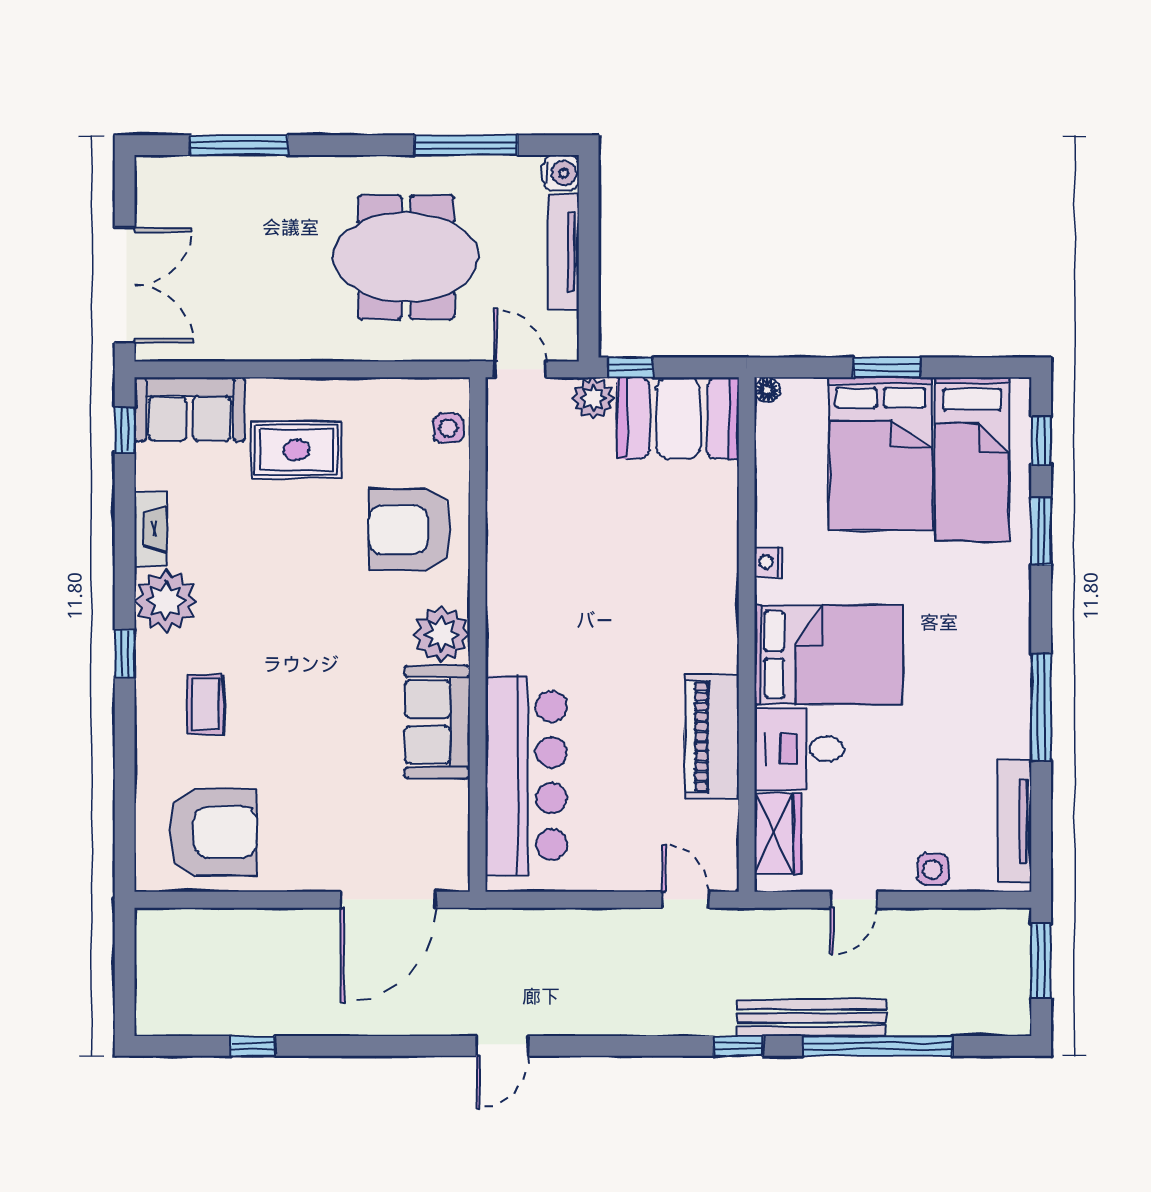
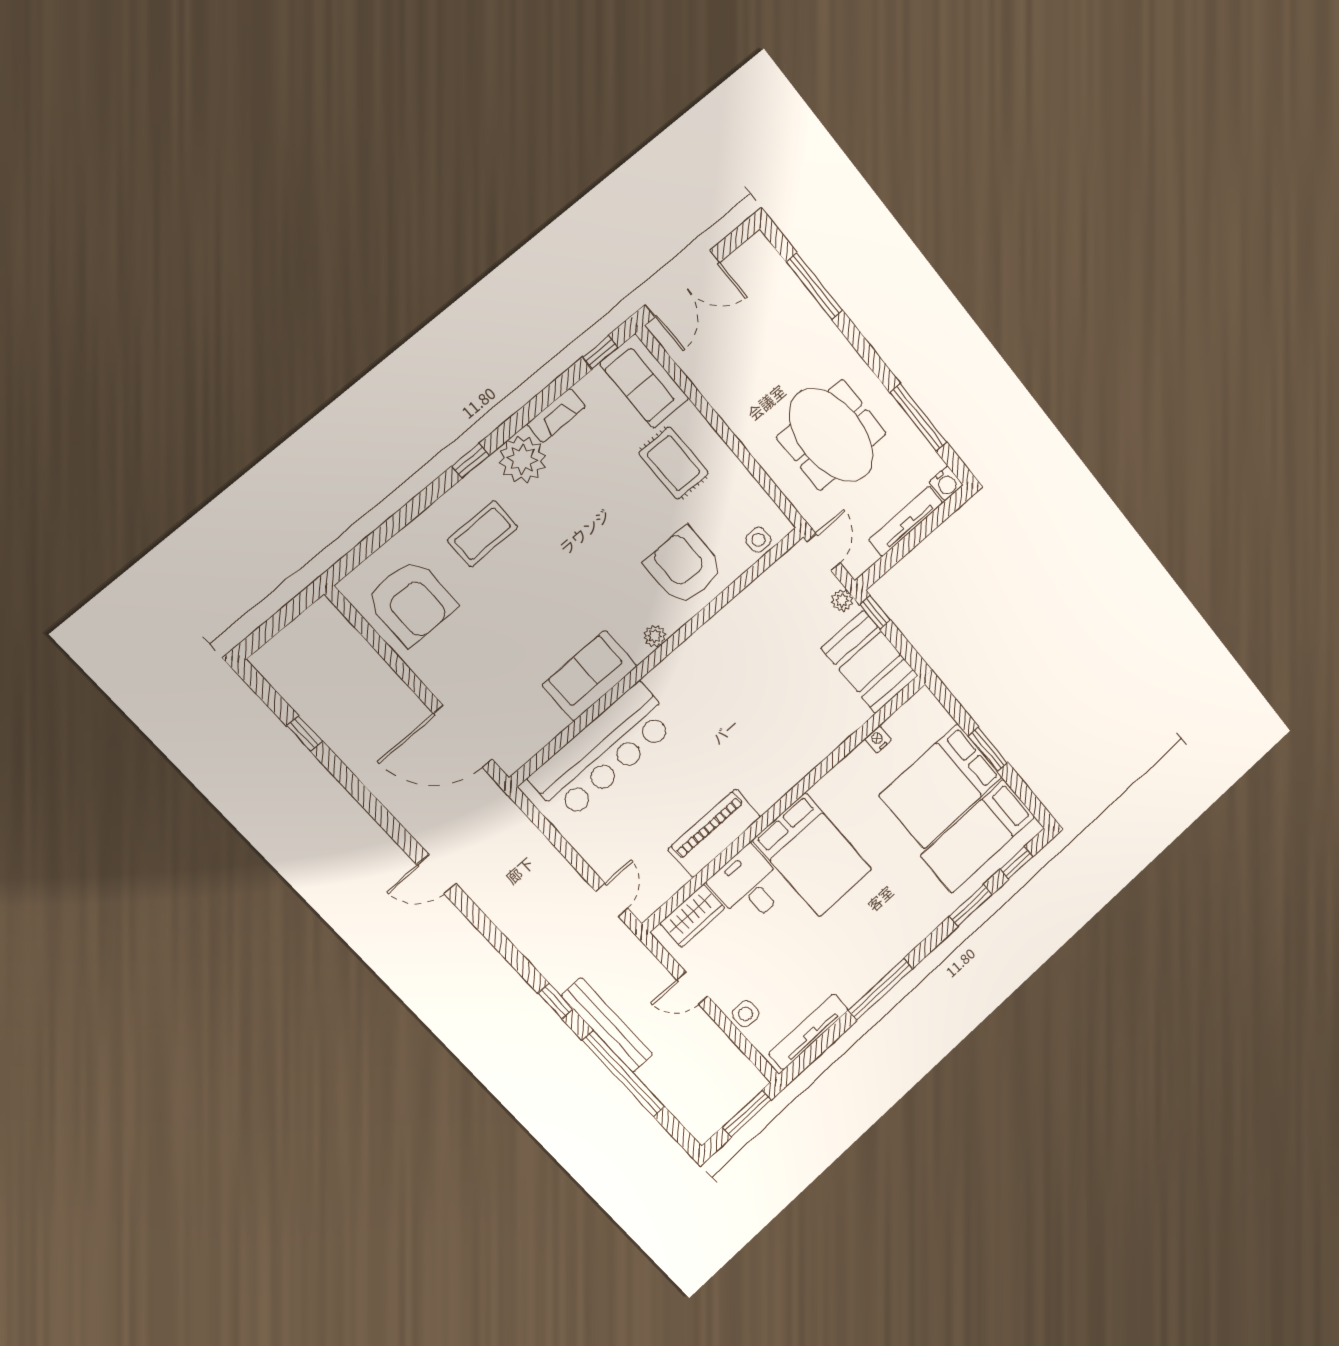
floor lamp: (767, 390) -> (924, 697), removed
plant: (593, 398) -> (842, 600), width x0.73, depth x0.73
nightstand: (768, 562) -> (878, 739), moved
plant: (442, 634) -> (655, 636), width x0.53, depth x0.53
coffee table: (205, 704) -> (483, 534), width x1.36, depth x1.30

